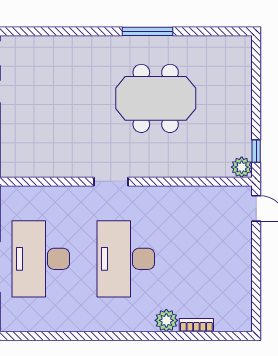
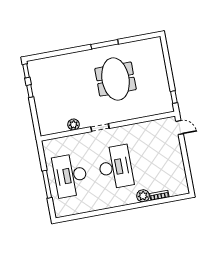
meeting table: (156, 98) -> (115, 79), turned 90
plant: (242, 167) -> (74, 125), moved
desk: (126, 259) -> (115, 167), turned 180

